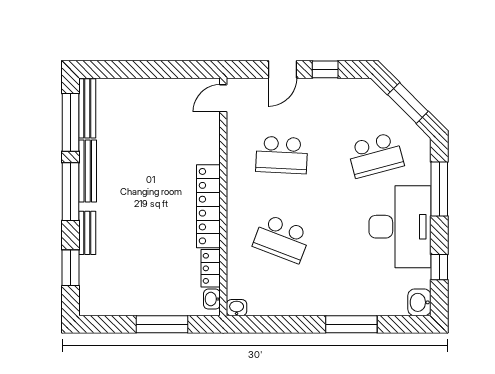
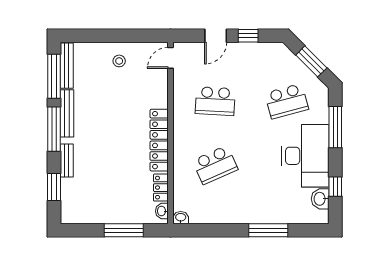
stool: (156, 102) -> (119, 61), added
school desk: (282, 239) -> (215, 165), turned -45
washbasin: (419, 302) -> (320, 199), moved

